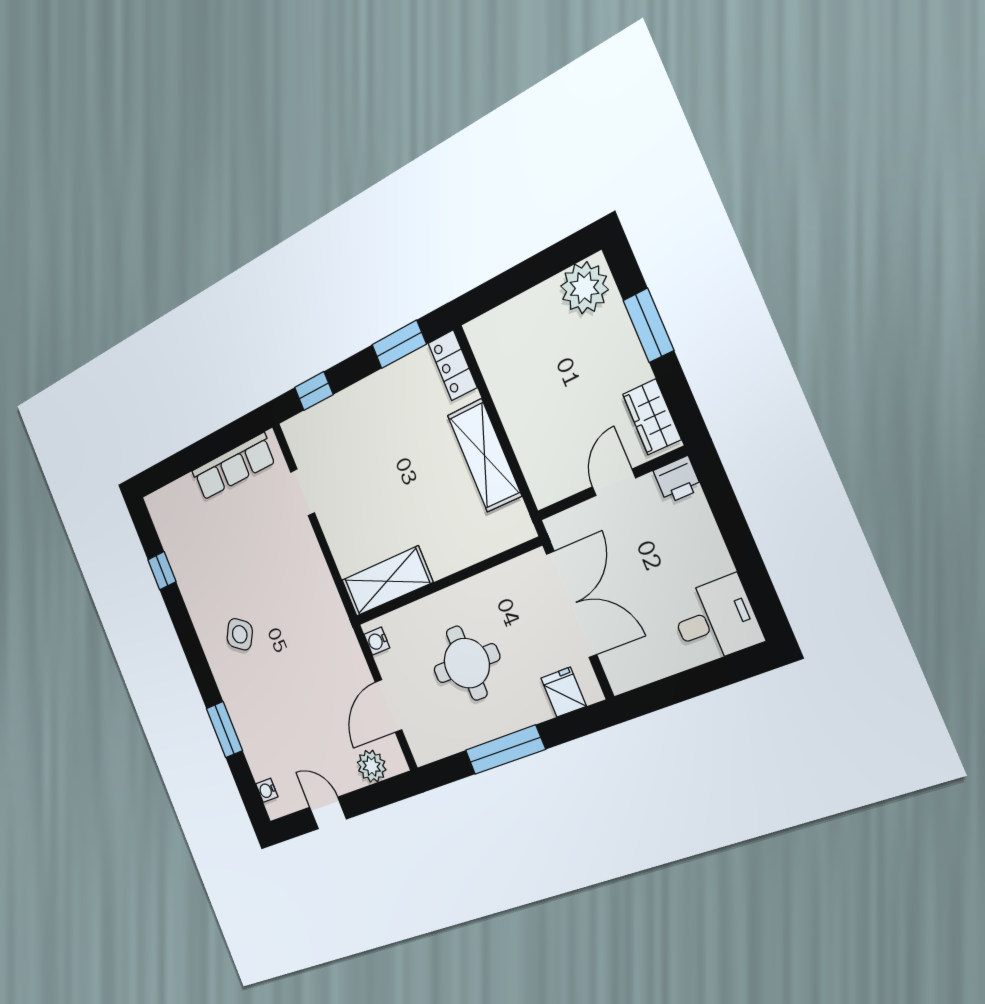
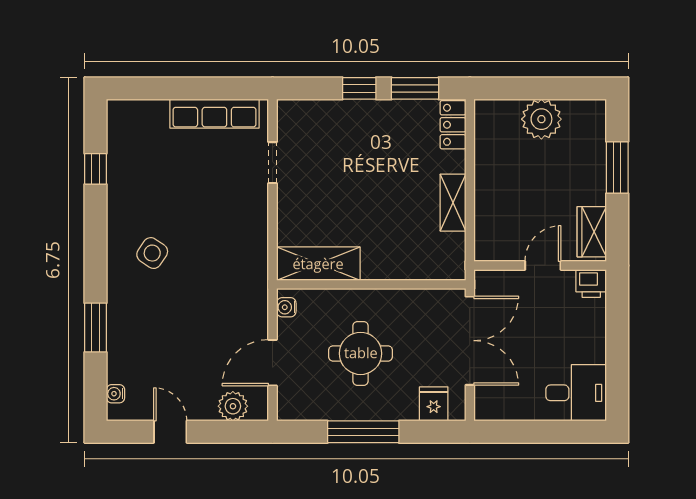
plant: (584, 288) -> (541, 119), moved
window: (314, 391) -> (359, 88), moved
shelving: (485, 455) -> (453, 203), width x0.67, depth x0.75

